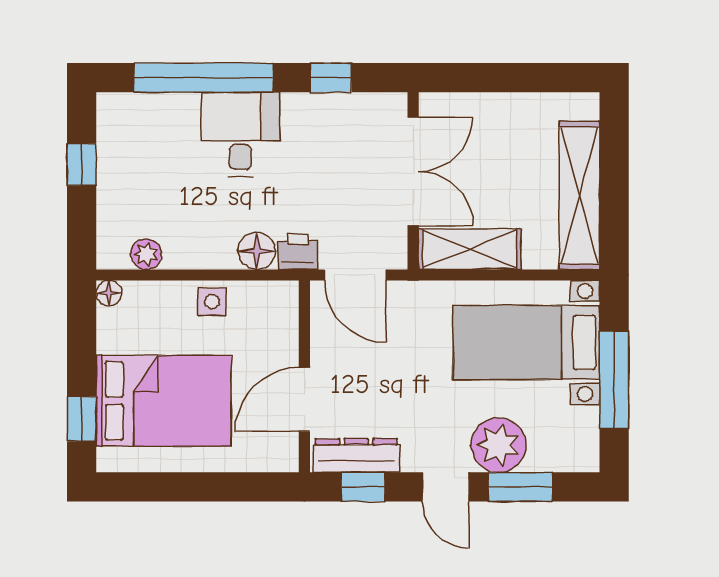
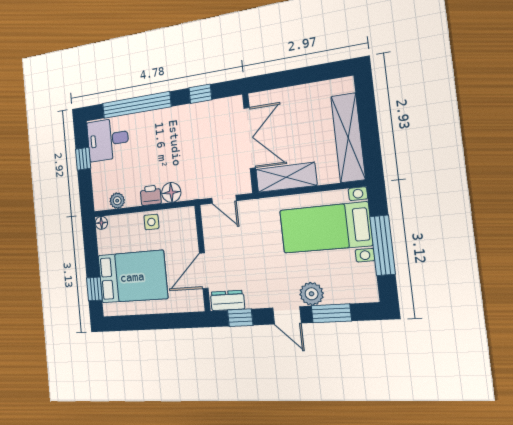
desk: (240, 134) -> (108, 139), moved, turned -90
printer: (298, 252) -> (151, 195), moved
door: (355, 275) -> (224, 199), width x0.73
plant: (499, 445) -> (312, 294), width x0.73, depth x0.73
dresser: (356, 455) -> (227, 300), width x0.70

